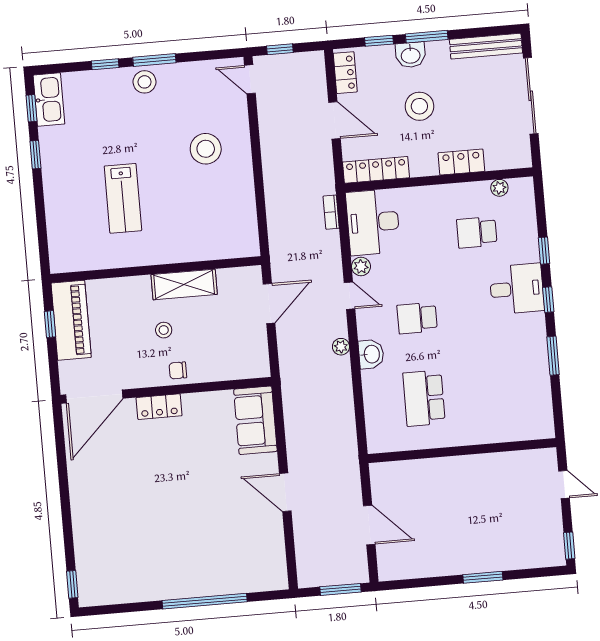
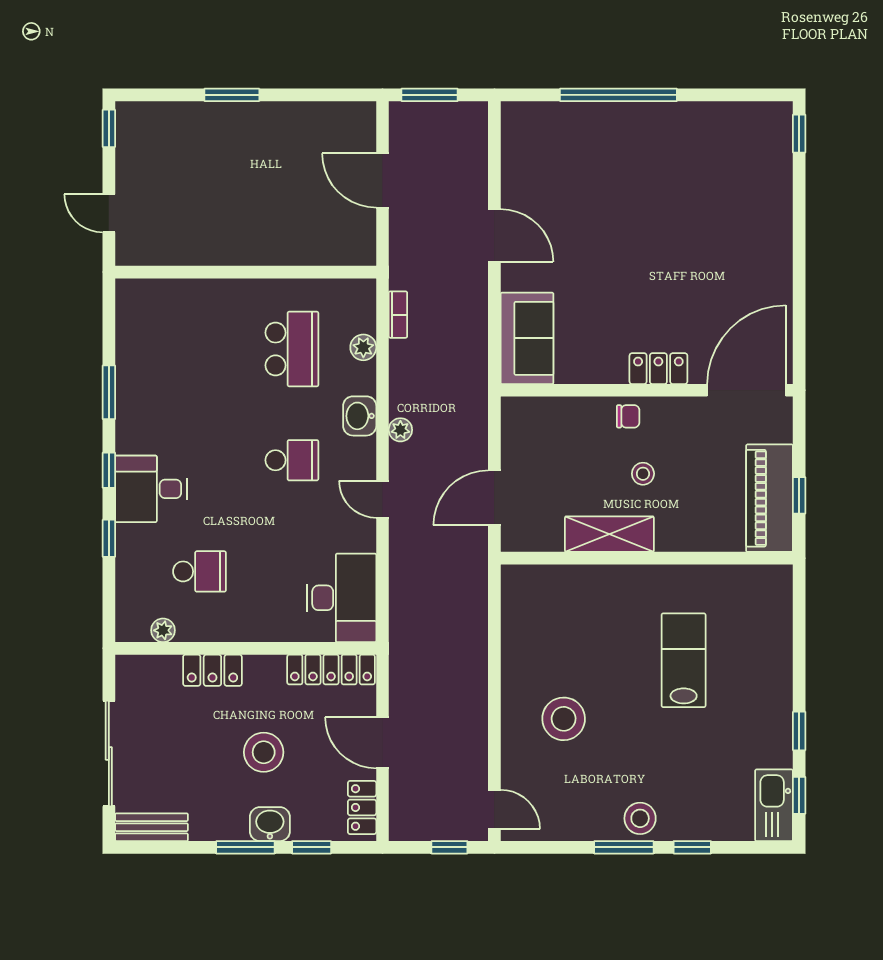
bench: (486, 46) -> (152, 827), width x0.73
bookcase: (331, 212) -> (398, 315), moved
plant: (361, 266) -> (363, 347), moved

